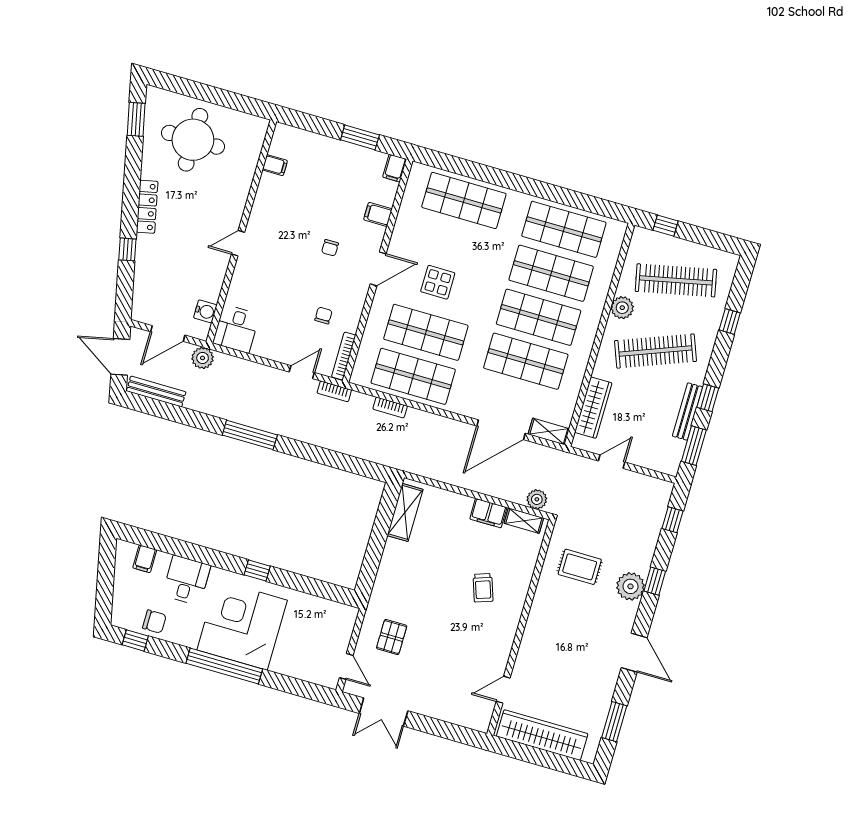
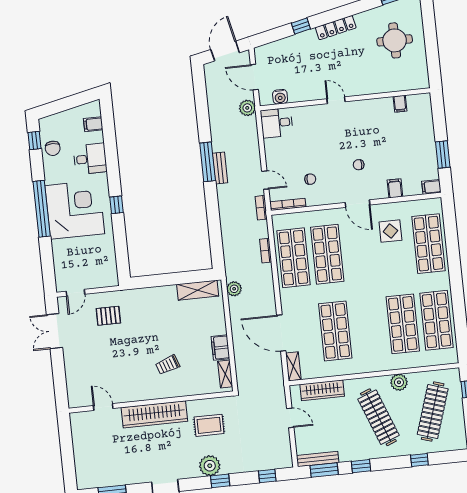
round table: (193, 140) -> (395, 40), width x0.73, depth x0.73
clothes rail: (676, 280) -> (433, 412), turned 30
display table: (438, 282) -> (390, 231), moved
shop shelf: (539, 317) -> (369, 327), removed
bench: (156, 392) -> (220, 168), moved, width x0.73
bench: (687, 412) -> (318, 459), moved
plant: (537, 499) -> (234, 289), moved
rug: (580, 567) -> (209, 425), turned 90
wardrobe: (542, 735) -> (154, 414), moved, turned 90

